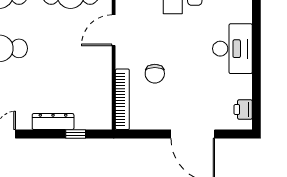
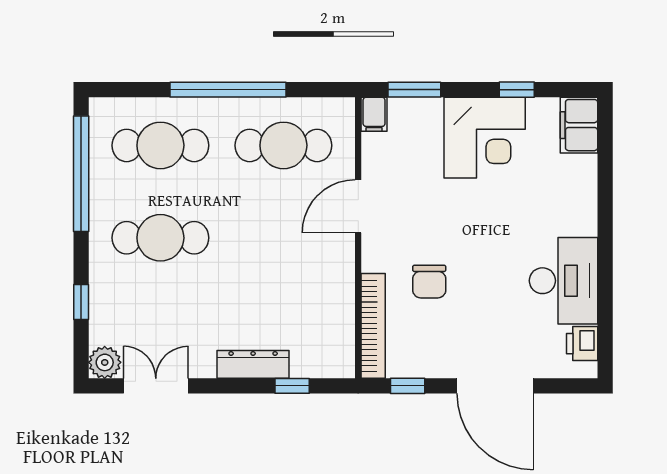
desk: (232, 49) -> (564, 281), moved
window: (142, 134) -> (408, 386), added

